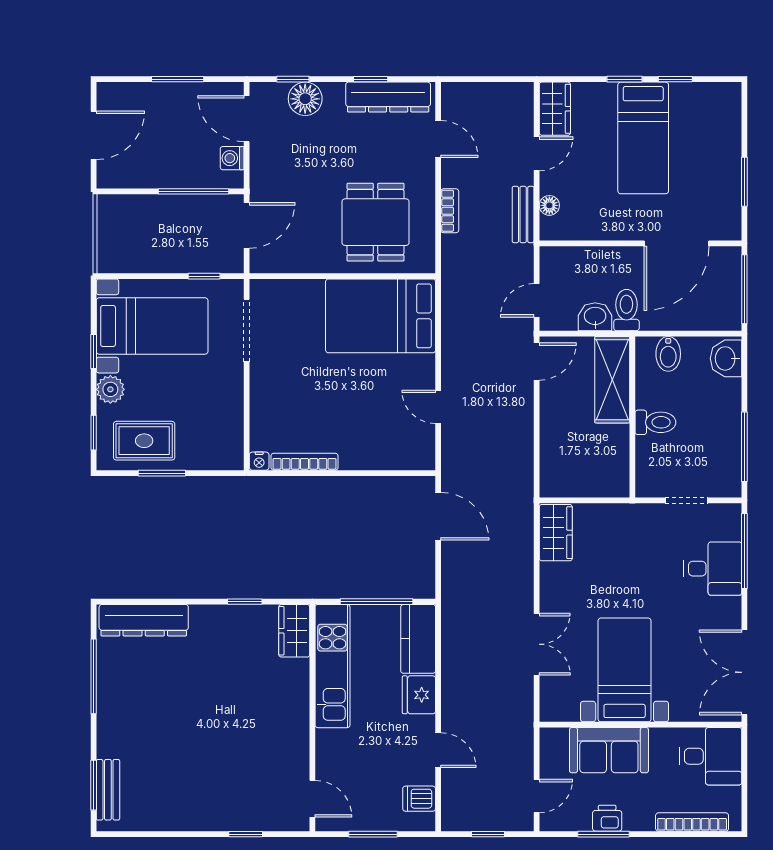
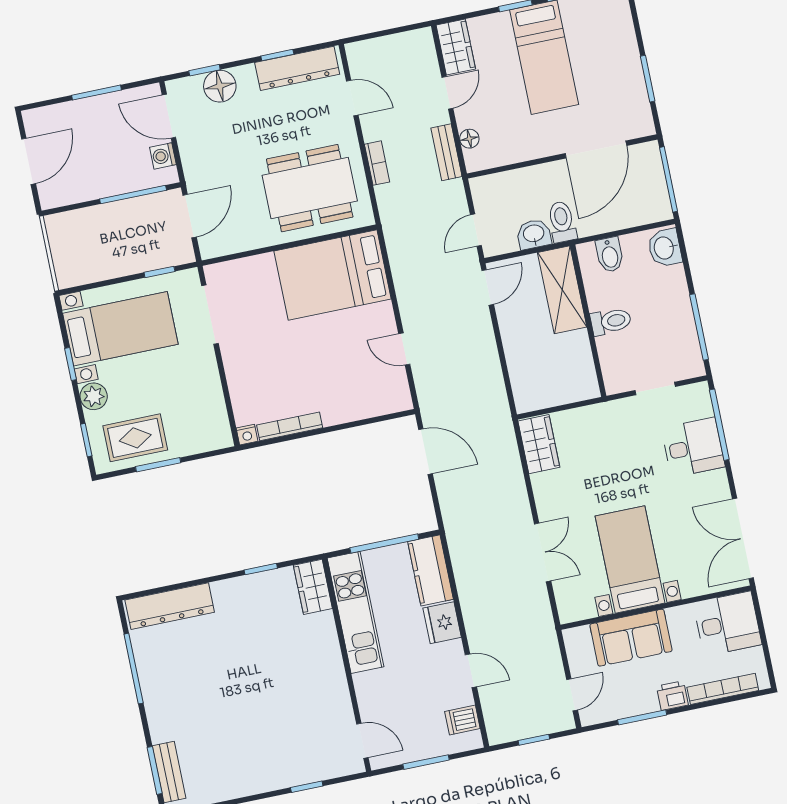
dining table: (376, 222) -> (310, 188), width x1.38
printer: (607, 818) -> (672, 696), moved

